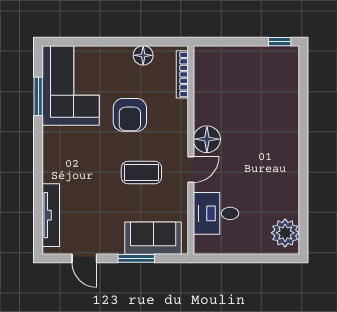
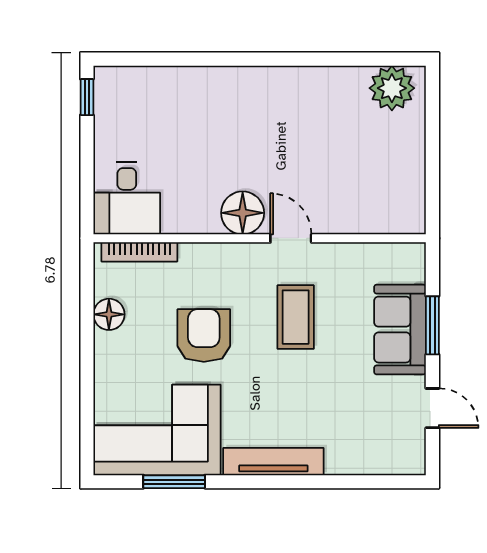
armchair: (130, 115) -> (204, 336), turned -90
desk: (216, 213) -> (127, 198), moved
tv unit: (51, 215) -> (273, 462), moved
sofa: (153, 238) -> (400, 330), moved
door: (84, 258) -> (432, 408), hinge flipped

